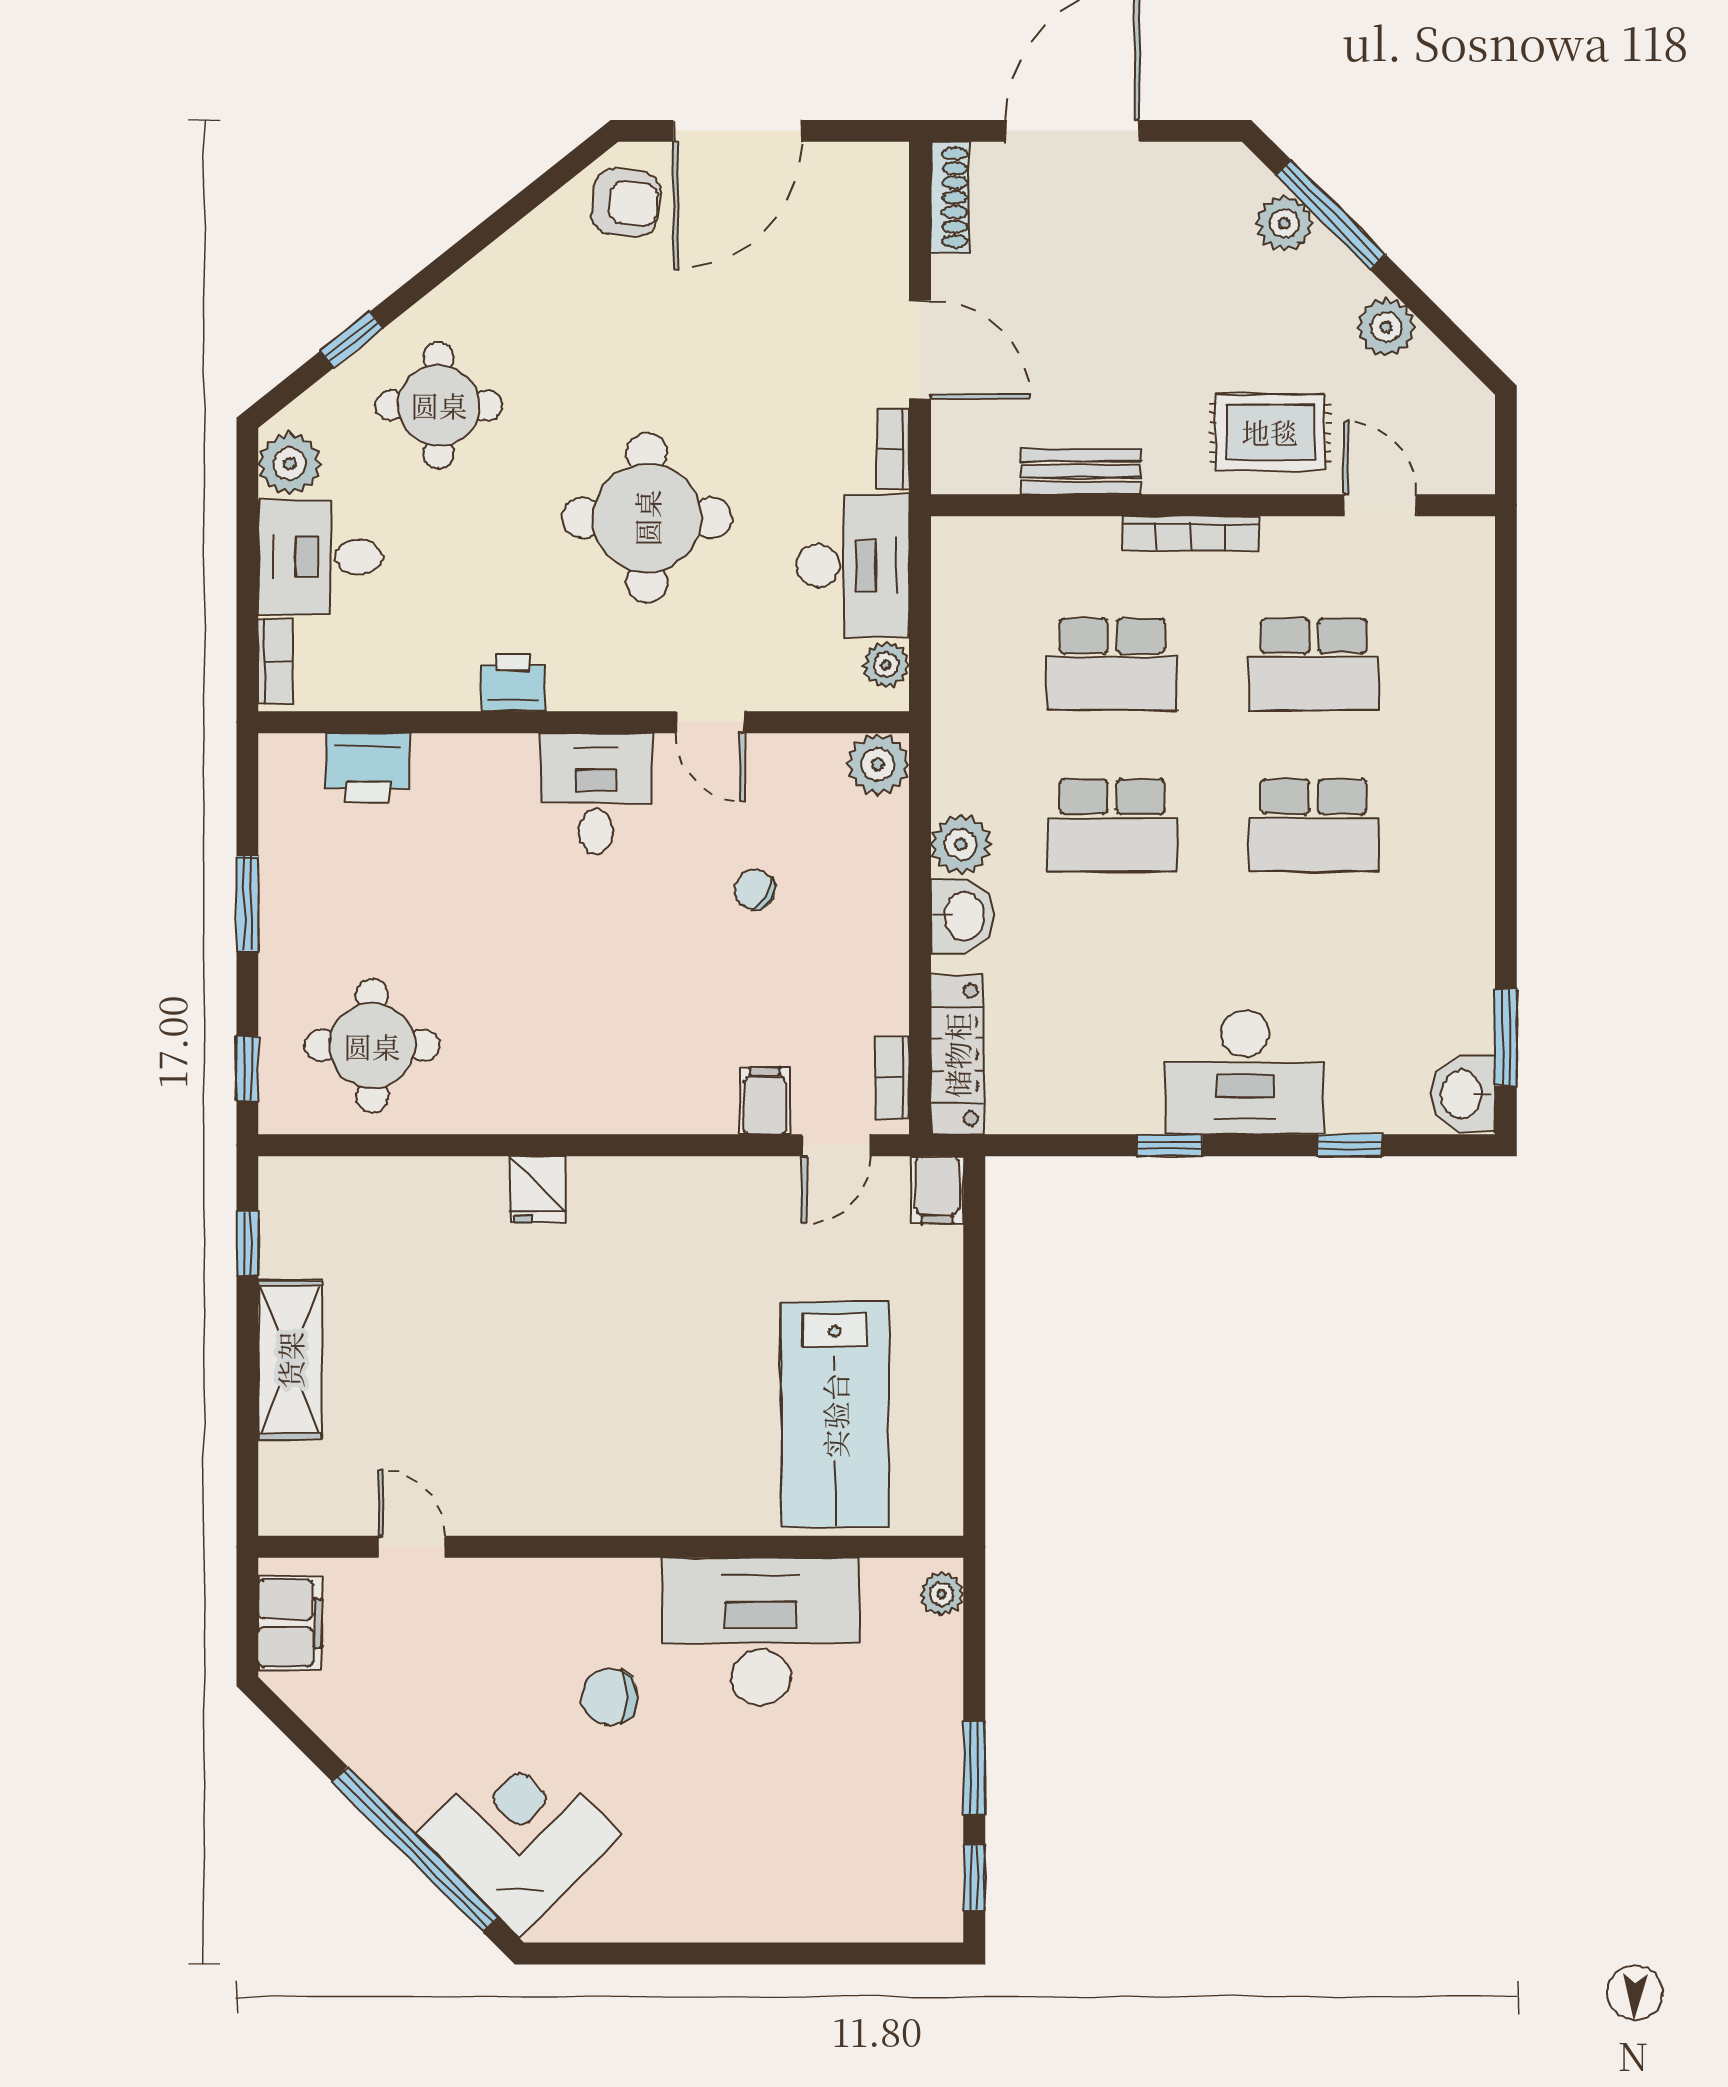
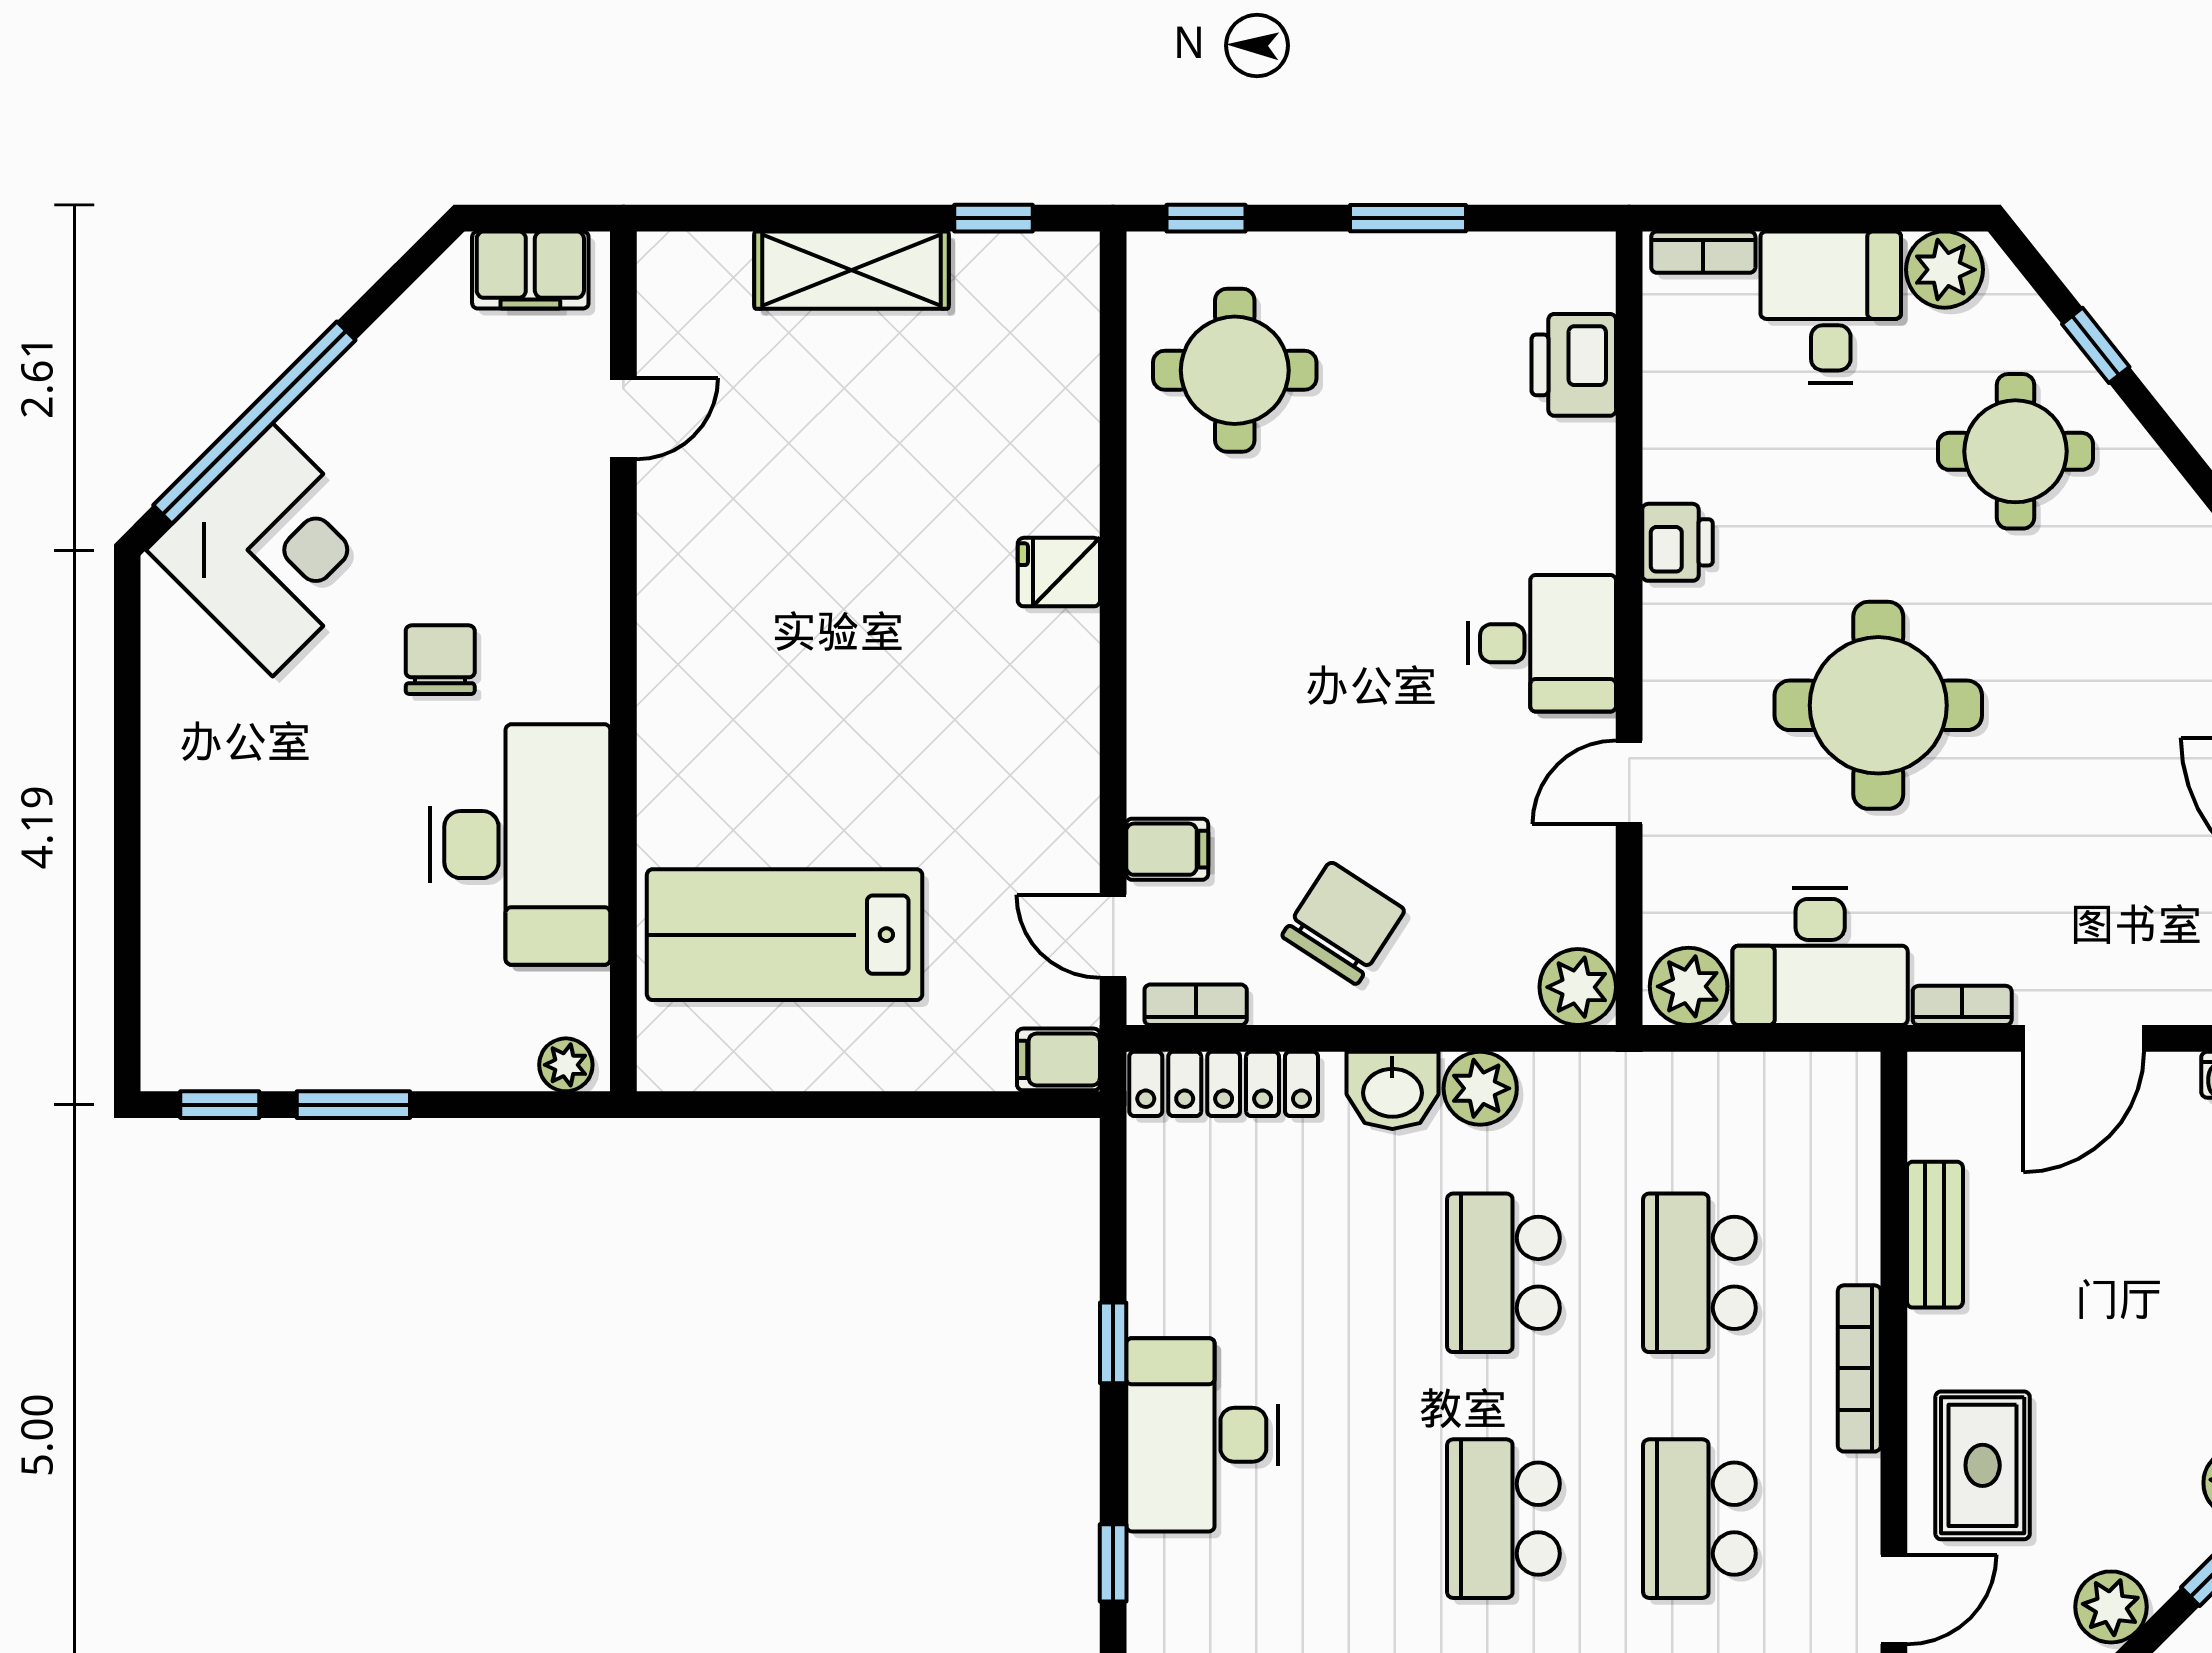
plant: (886, 665) -> (1689, 986), width x1.38, depth x1.38
chair: (755, 890) -> (1343, 923), moved, width x1.87, depth x1.87

